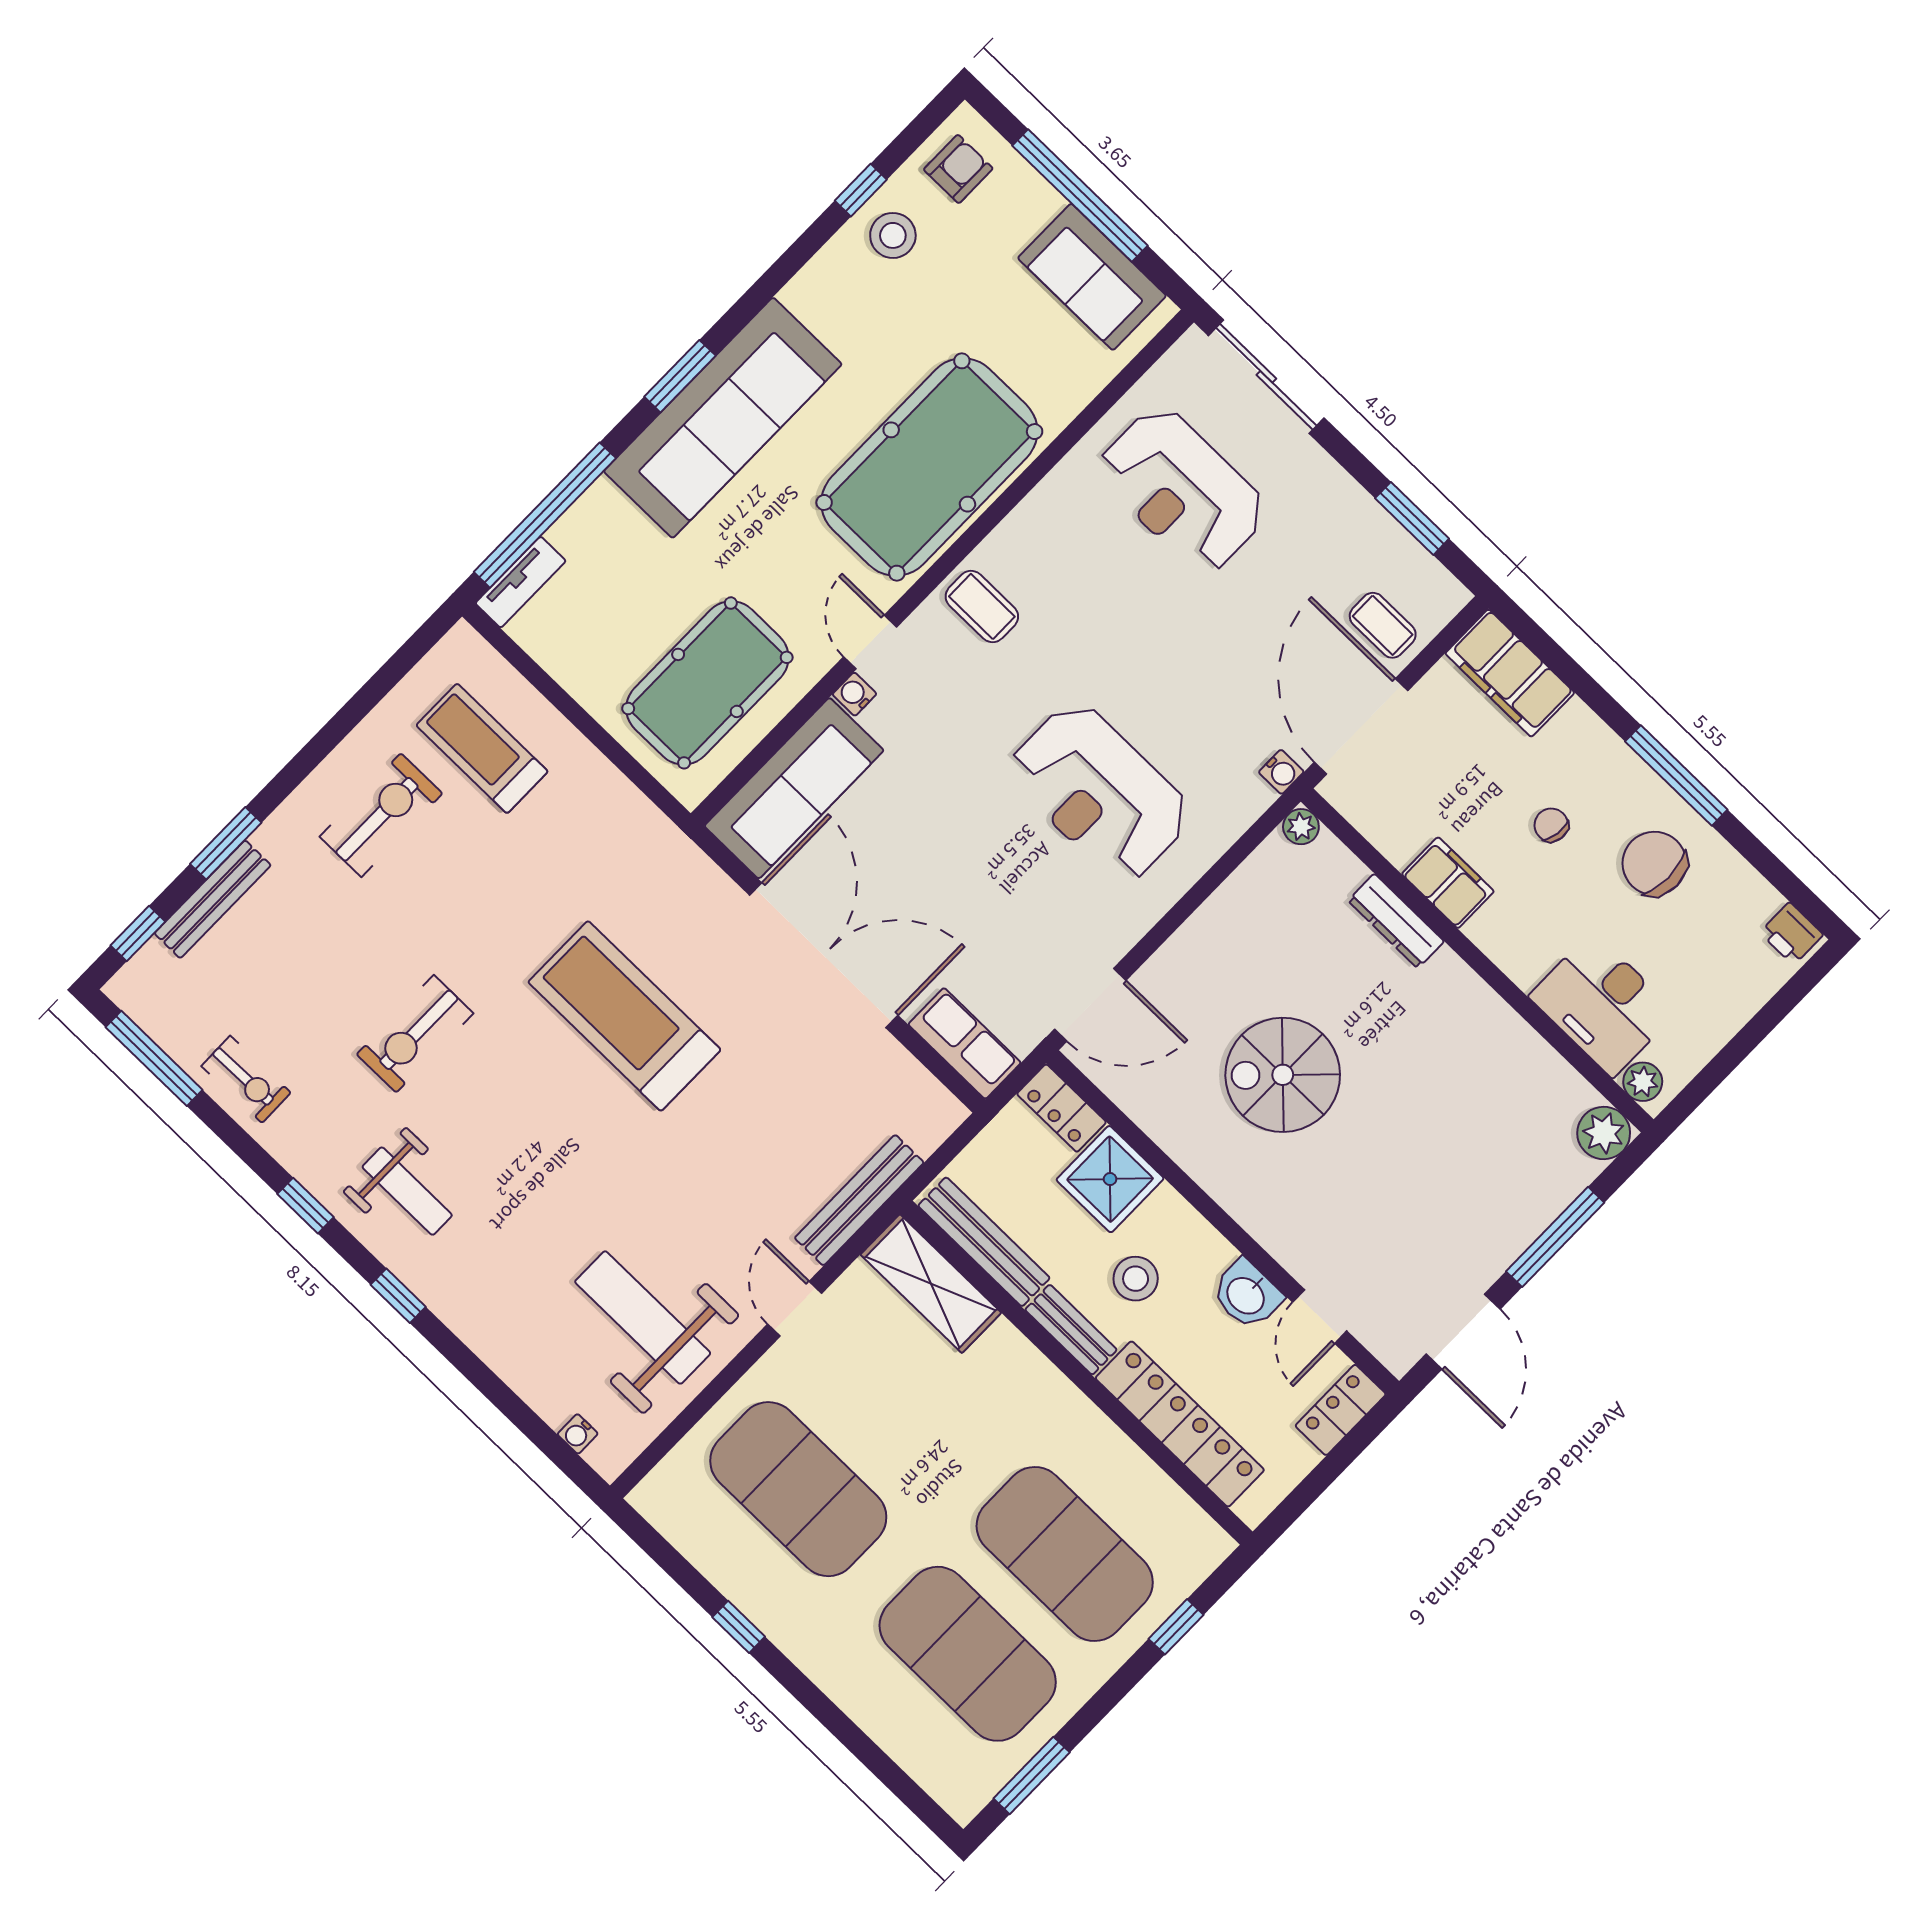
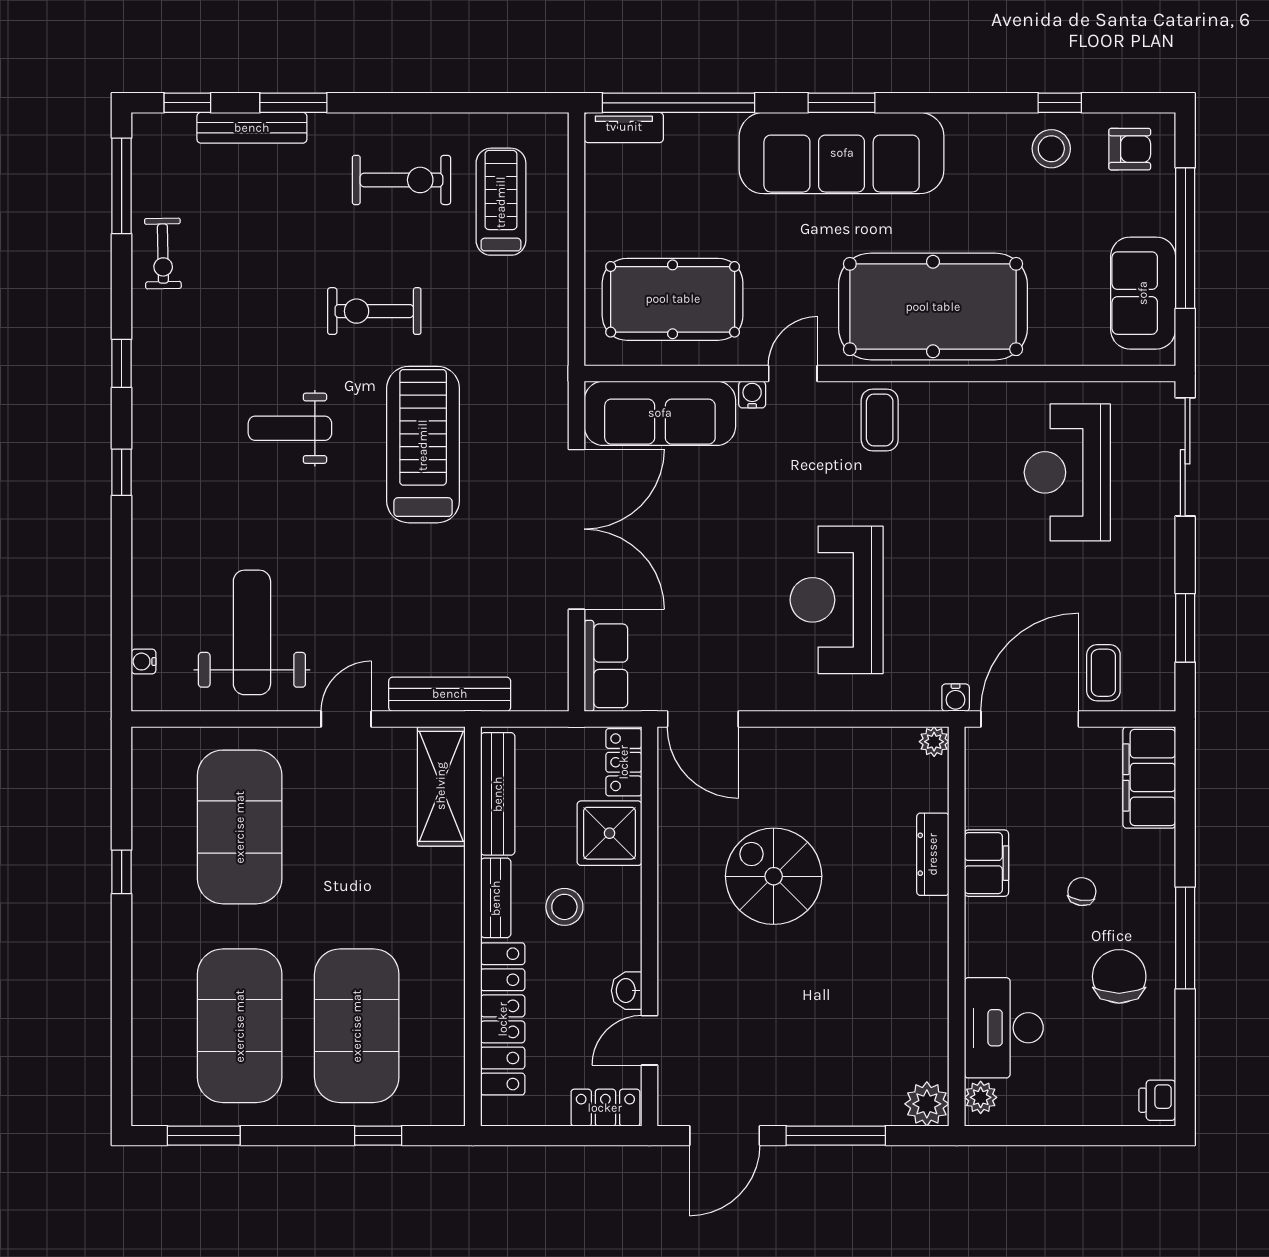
exercise bike: (415, 1034) -> (374, 311), moved
weight bench: (407, 1191) -> (290, 428), moved, turned 90
washbasin: (1247, 1295) -> (627, 991), width x0.72, depth x0.69

